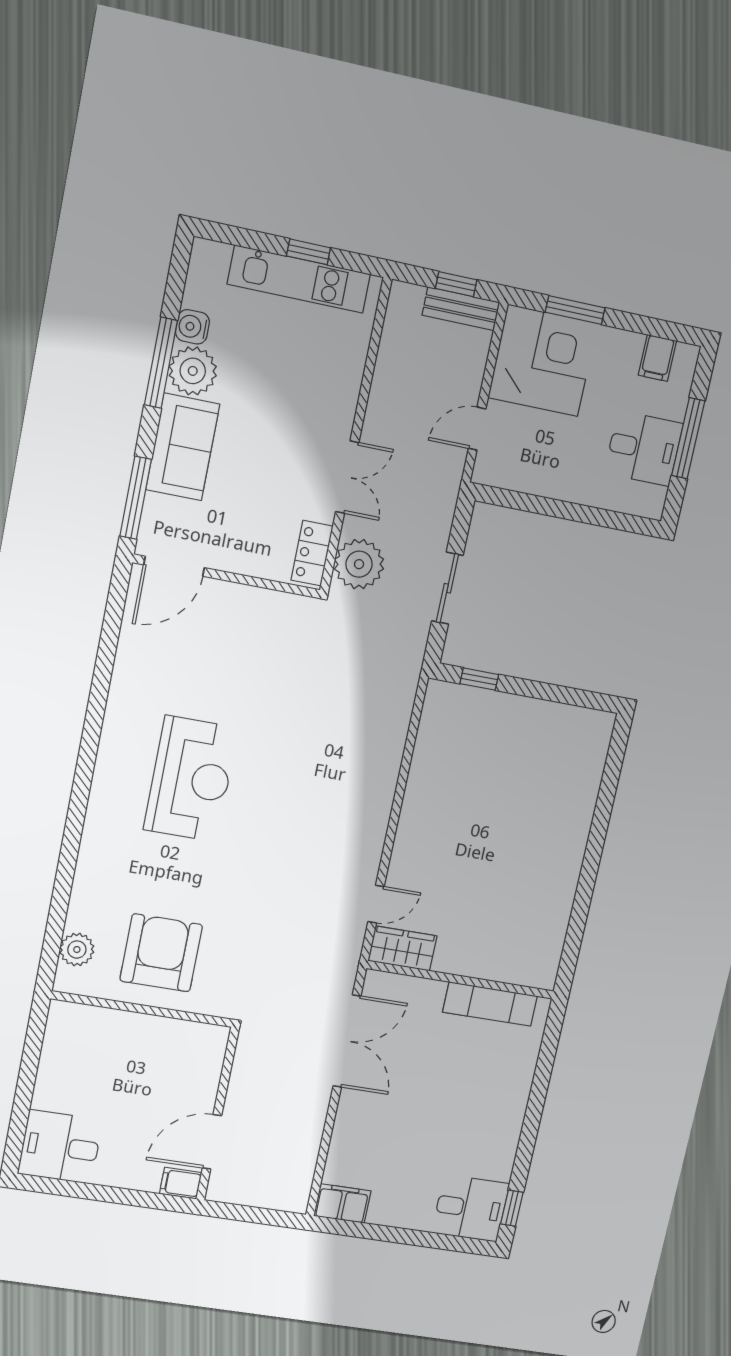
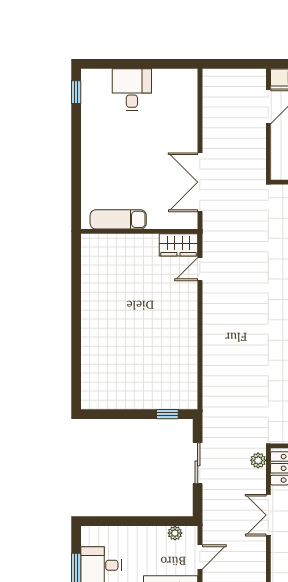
plant: (510, 478) -> (175, 533), added
plant: (359, 564) -> (258, 460), width x0.53, depth x0.53
filing cabinet: (342, 1203) -> (182, 79), removed
desk: (471, 1208) -> (132, 90), moved, turned 90

